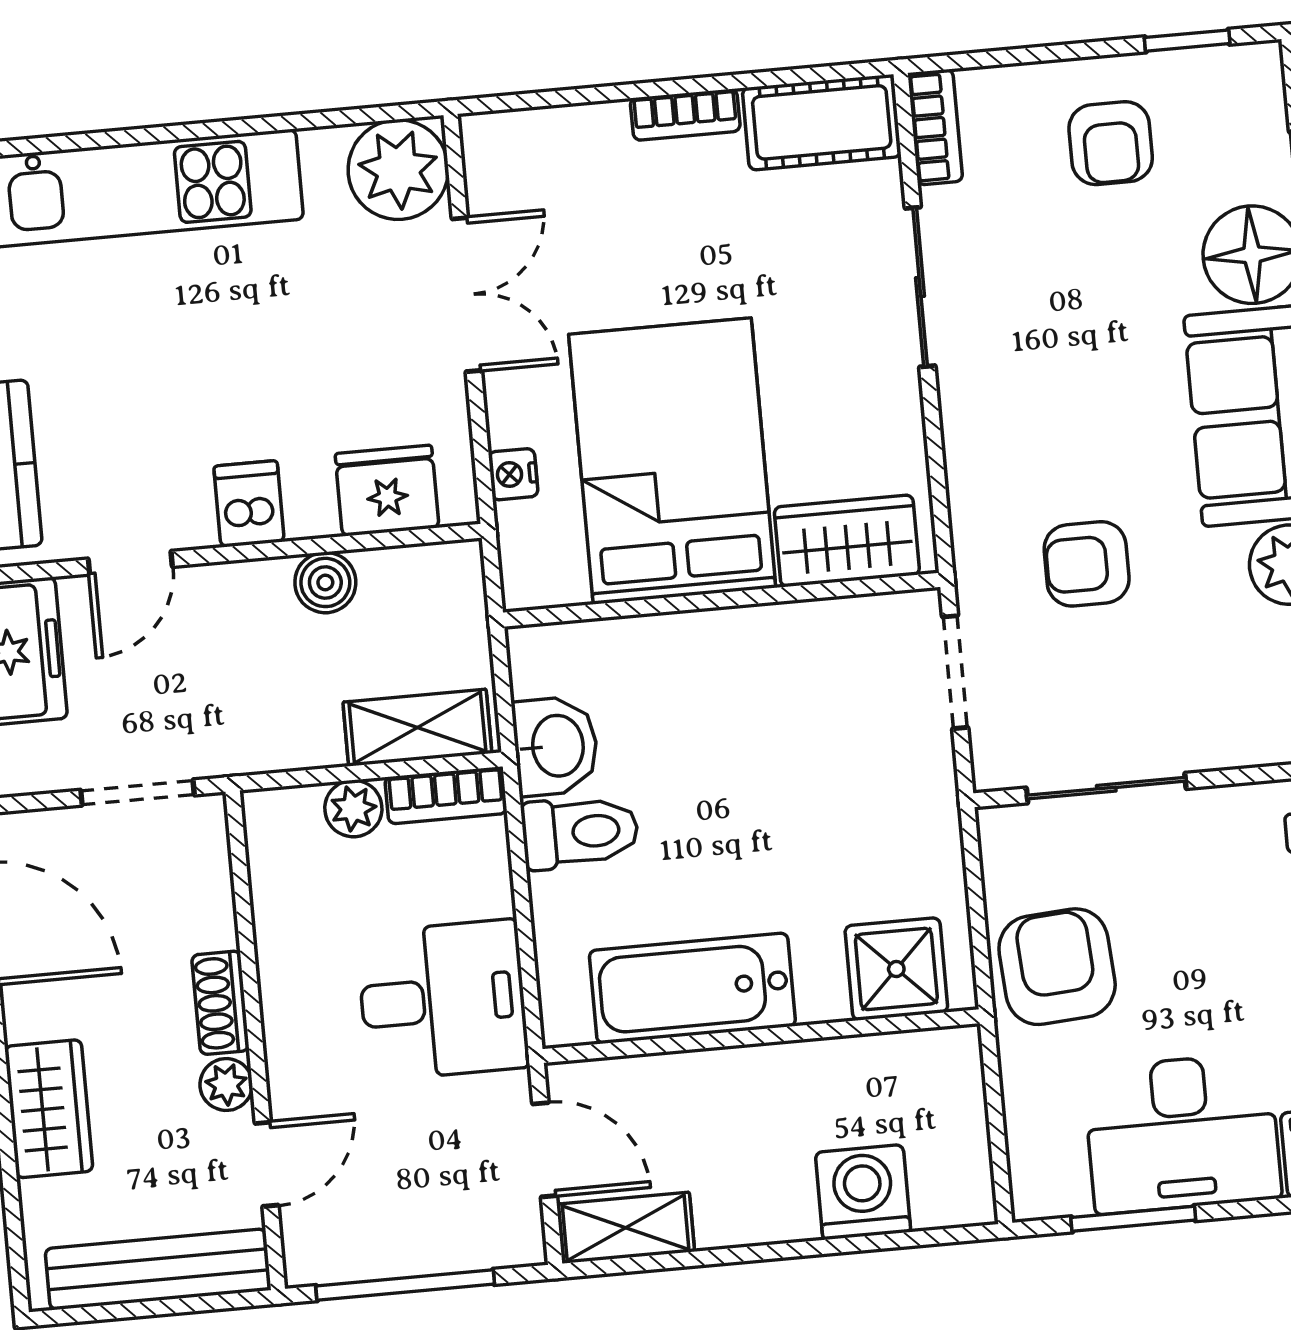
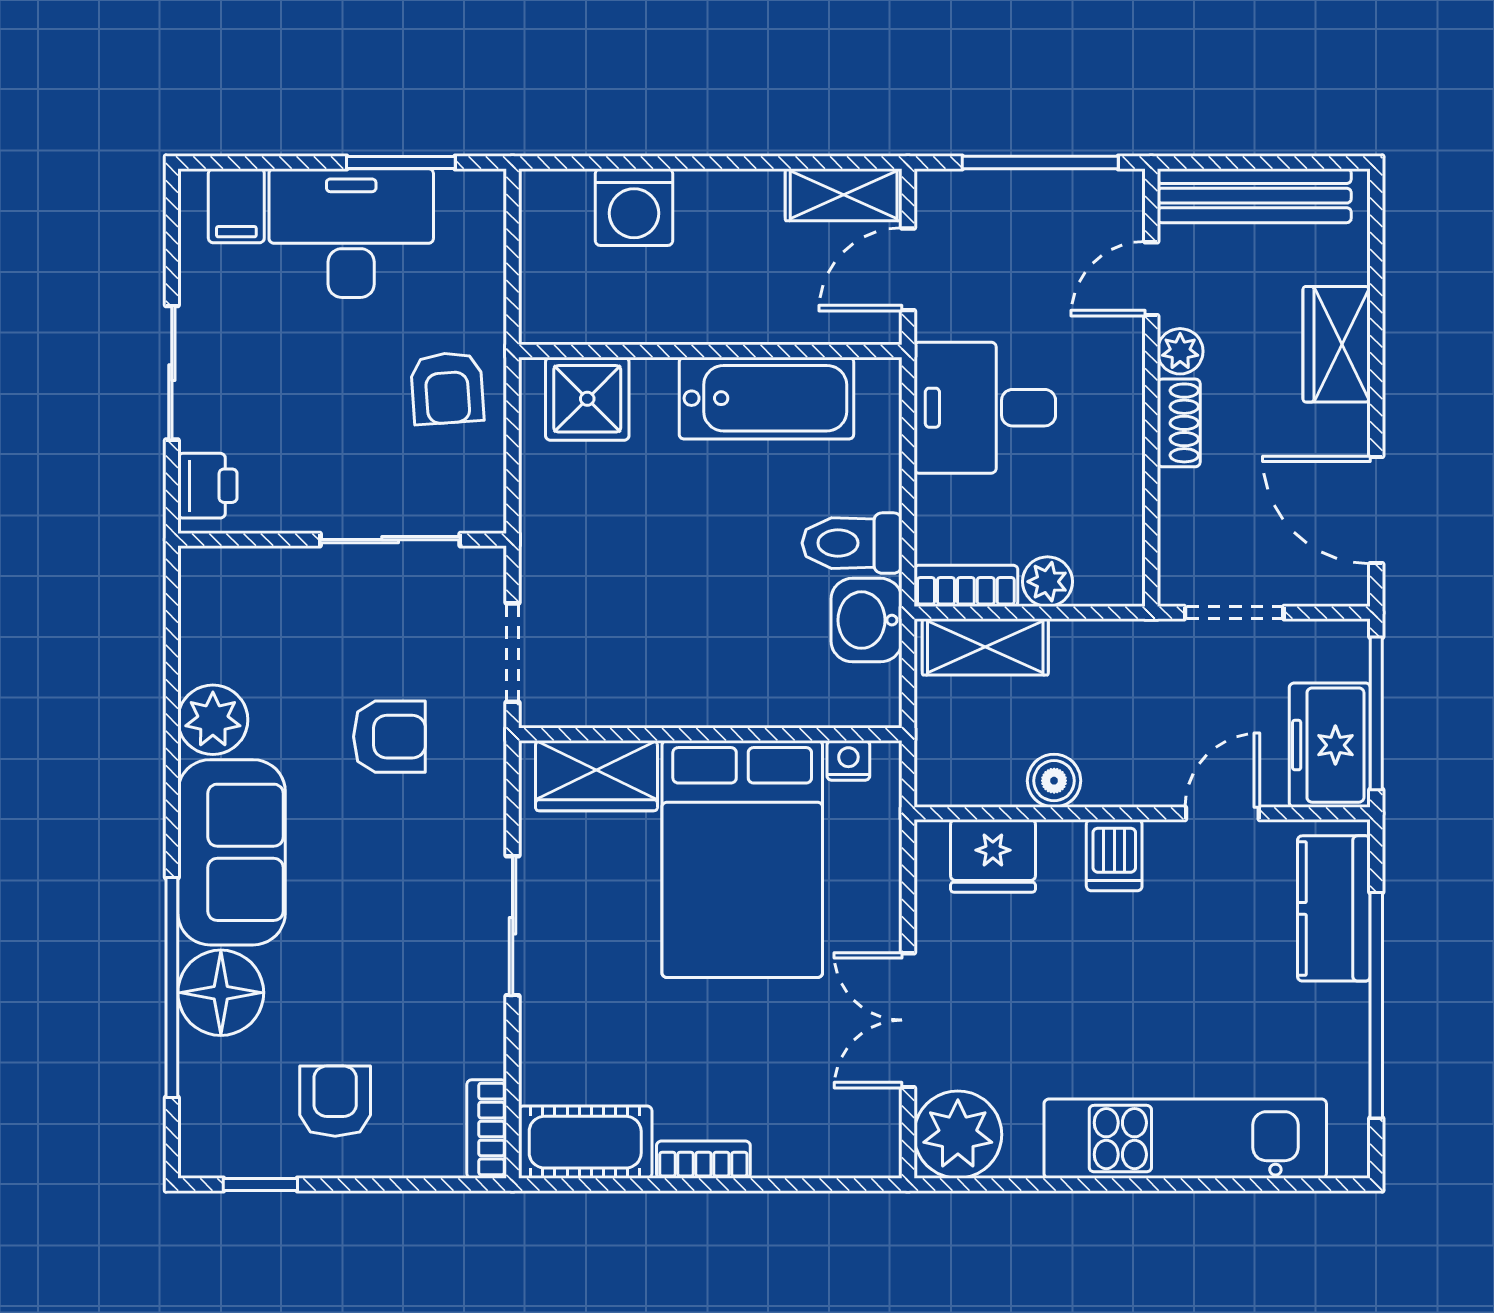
sliding door: (920, 287) -> (513, 926), moved
nightstand: (513, 474) -> (848, 760), moved, turned -90
armchair: (1057, 967) -> (447, 388), width x0.72, depth x0.72
door: (545, 1150) -> (908, 269), hinge flipped

